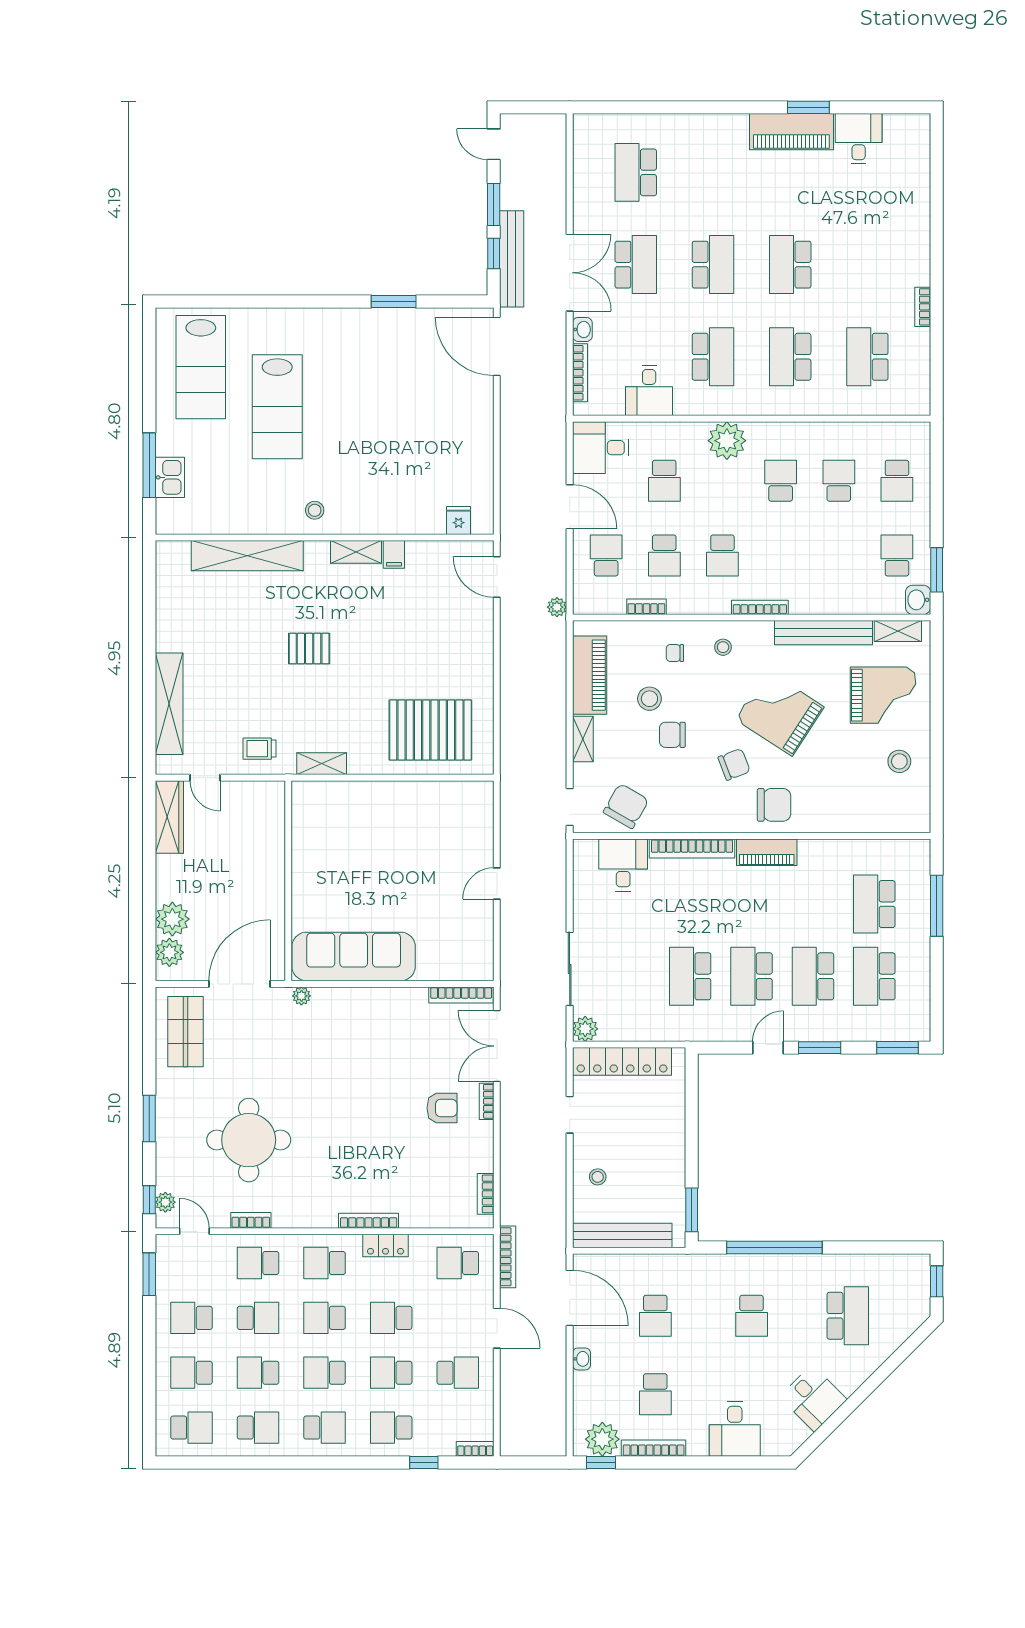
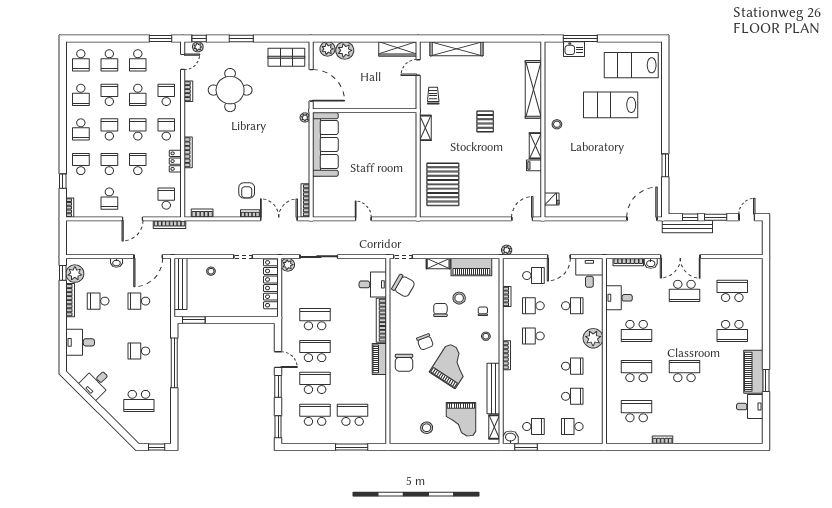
school desk: (713, 265) -> (732, 331), moved
school desk: (664, 481) -> (572, 306), turned 180
school desk: (191, 1318) -> (138, 60), turned 180
school desk: (191, 1373) -> (109, 60), turned 180

